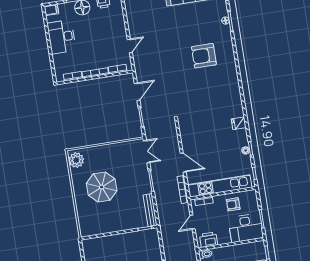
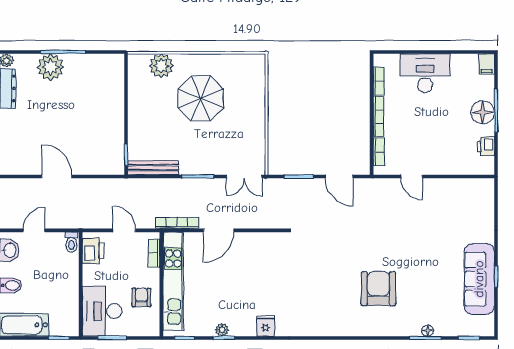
desk: (62, 37) -> (425, 73), moved
plant: (76, 160) -> (161, 66), moved

